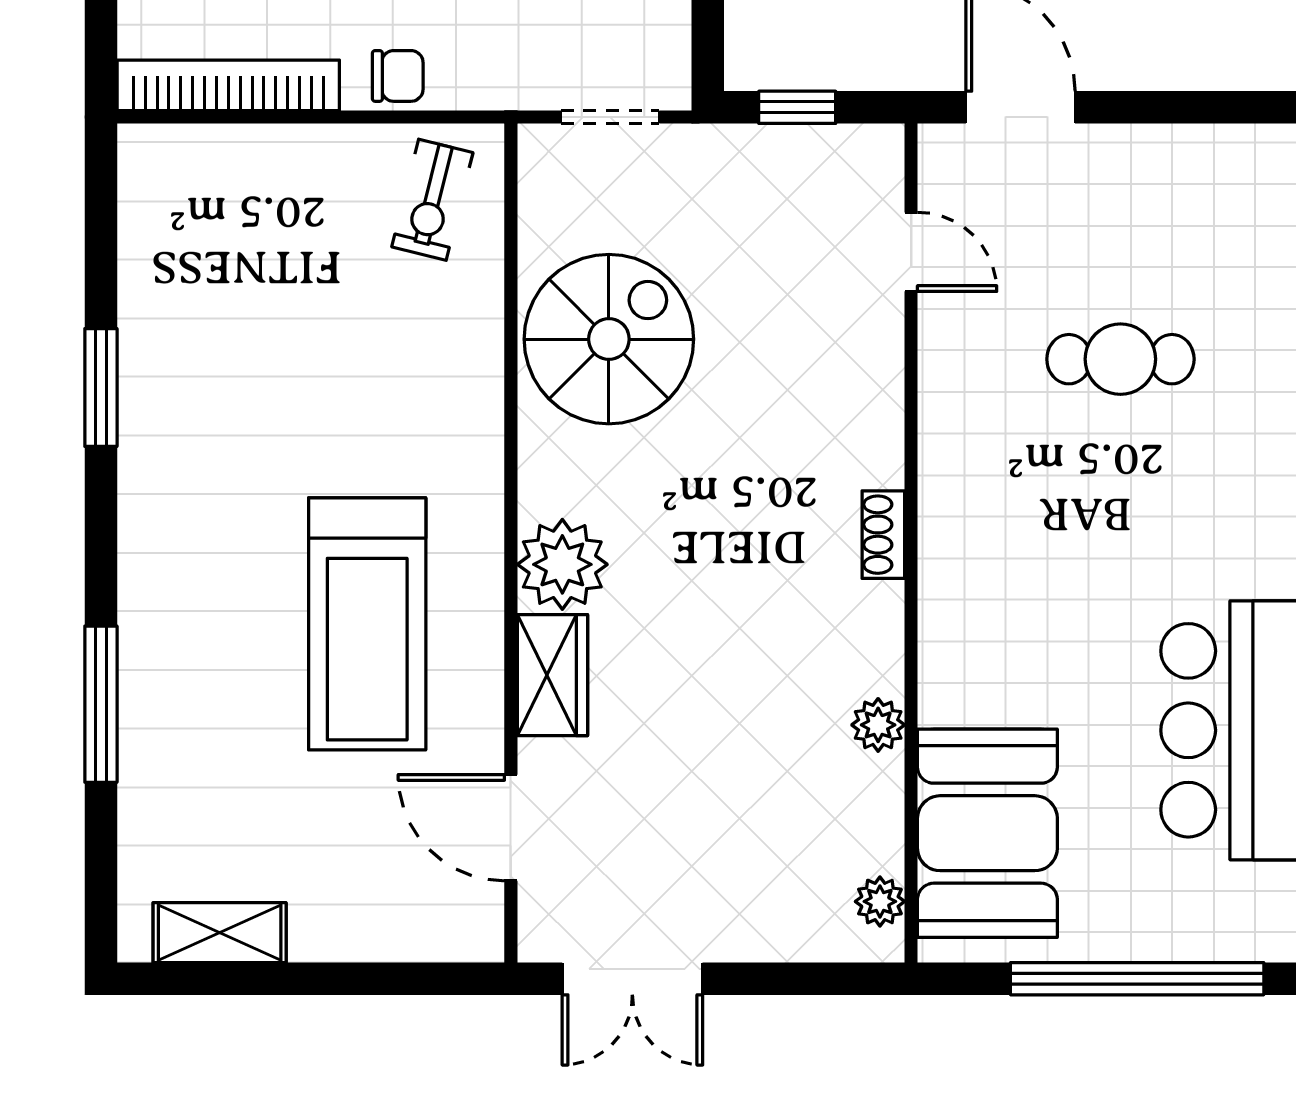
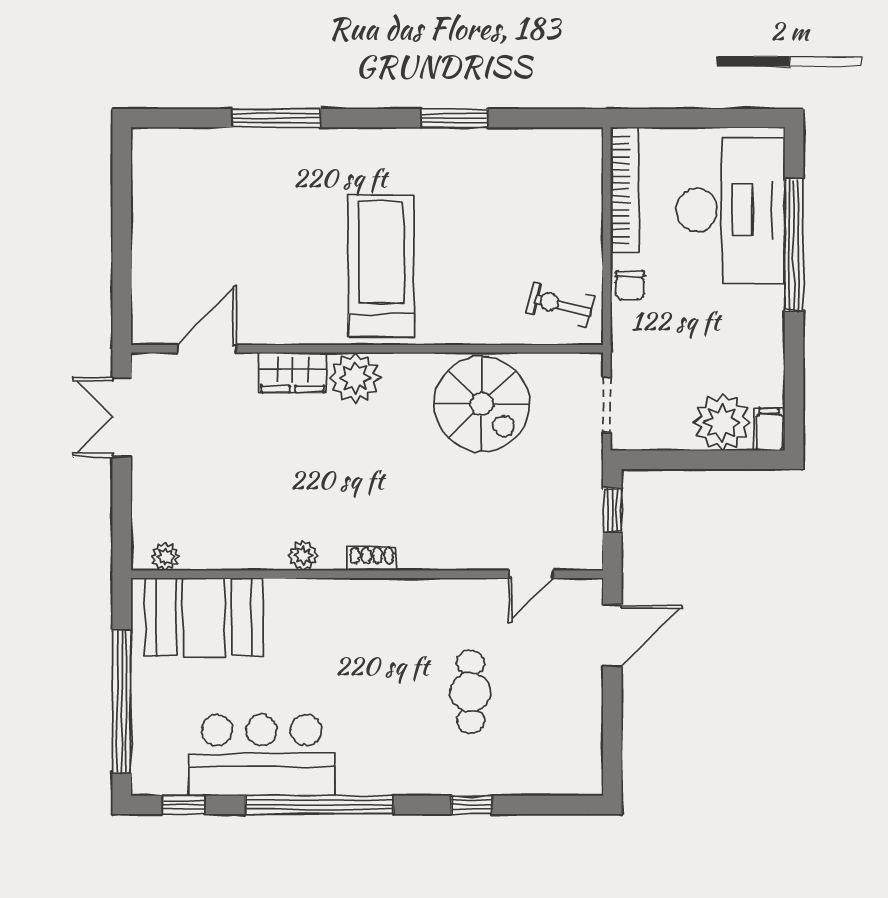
treadmill: (367, 624) -> (381, 266), moved, turned 90
plant: (878, 725) -> (303, 556), moved
shelving: (220, 933) -> (148, 185), removed

